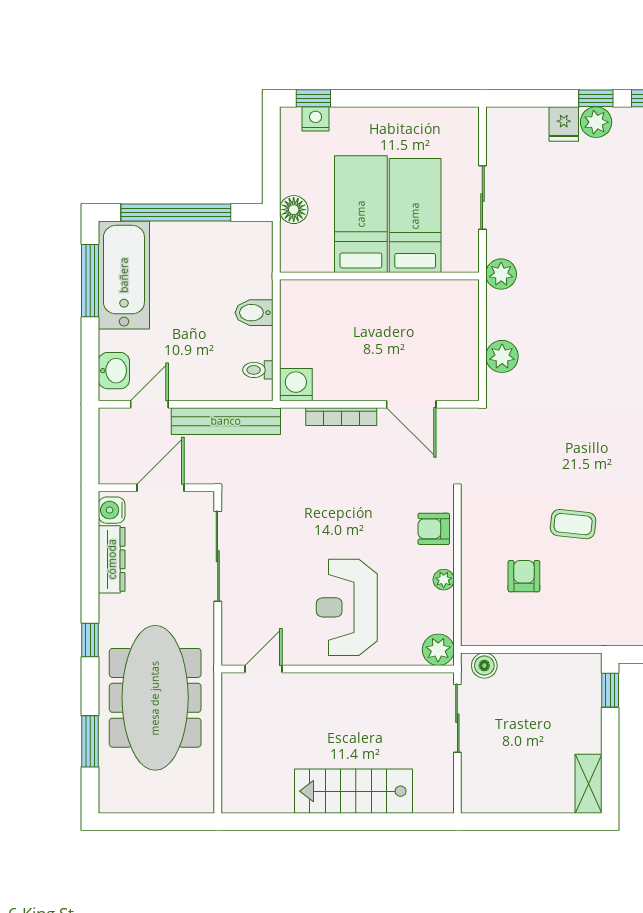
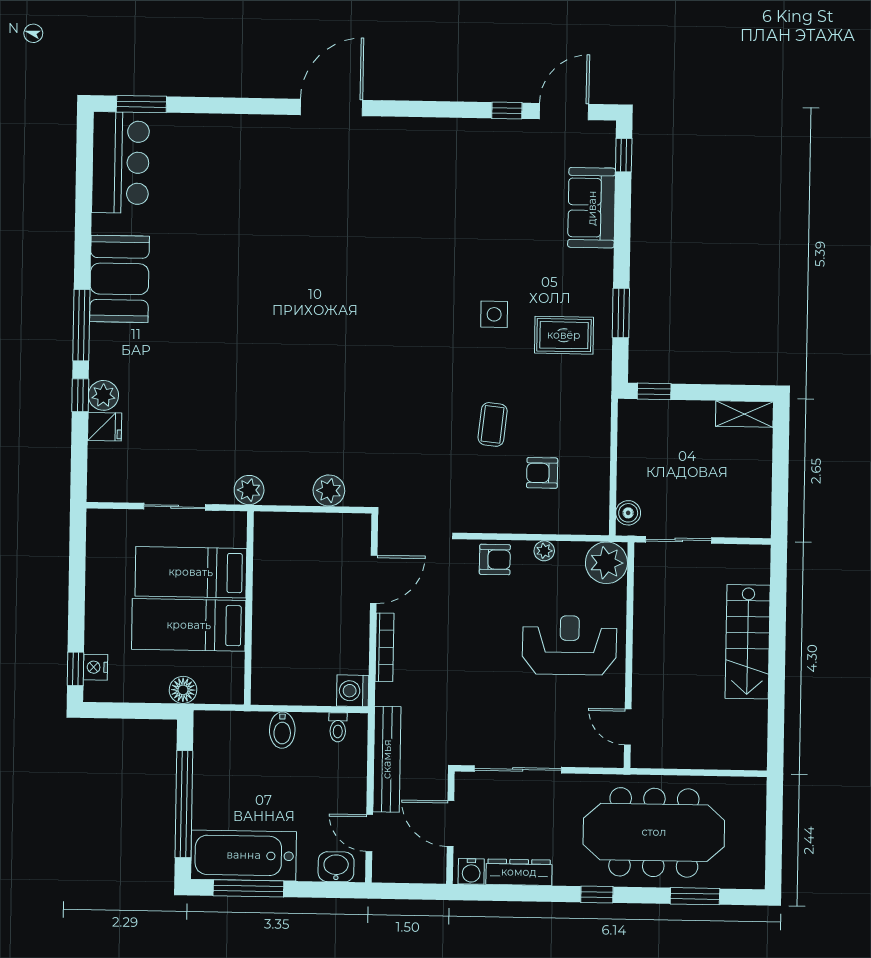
armchair: (434, 529) -> (495, 560), turned -90
reception desk: (347, 607) -> (569, 645), turned 180
plant: (438, 650) -> (606, 563), width x1.36, depth x1.36

